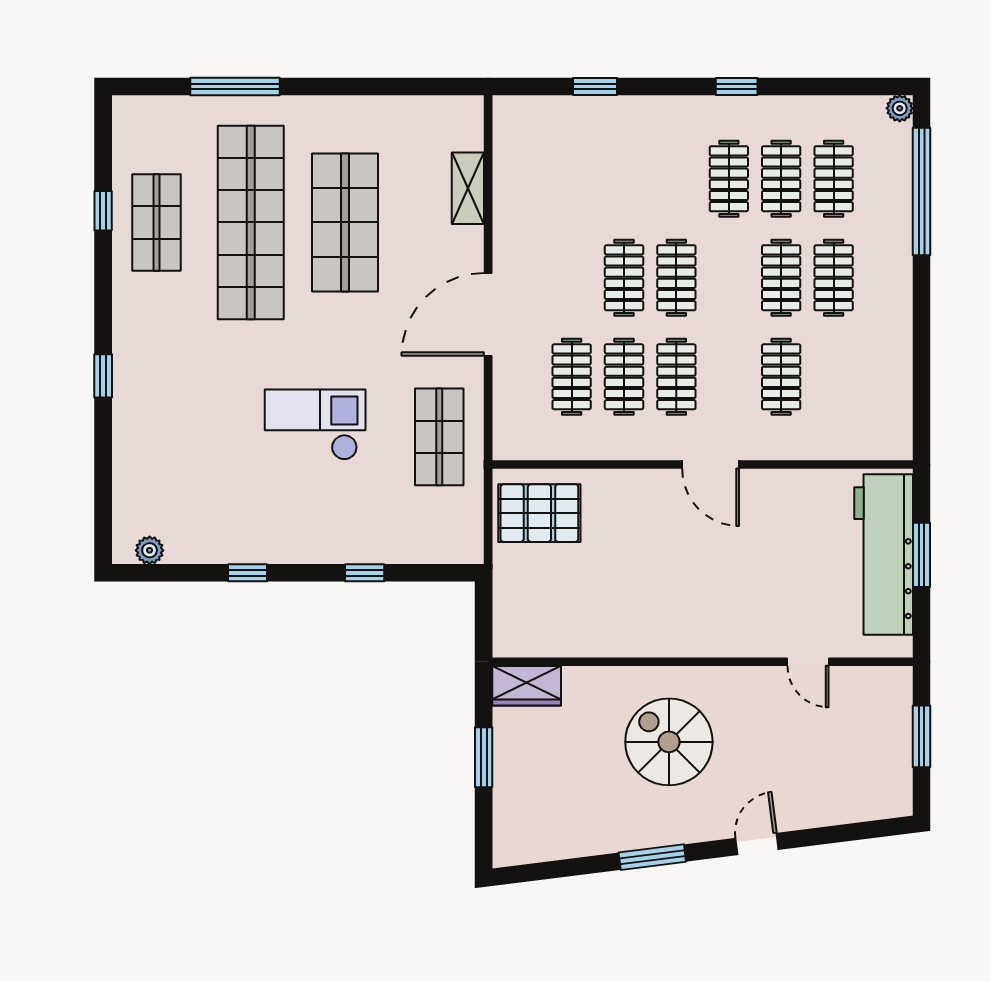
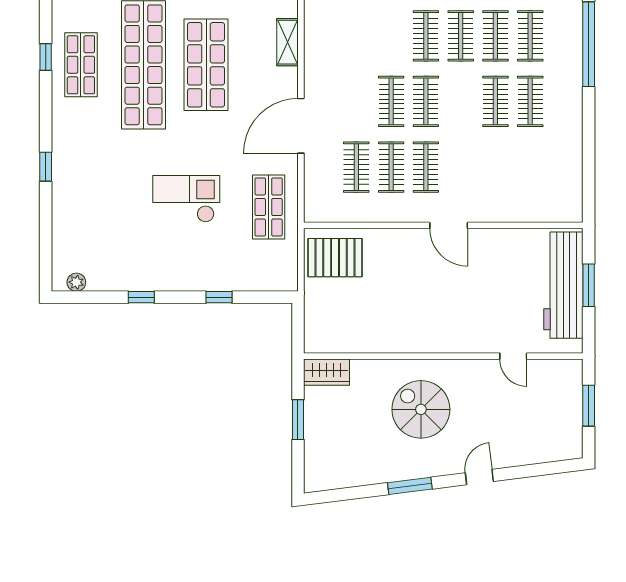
clothes rail: (781, 377) -> (426, 36), moved

